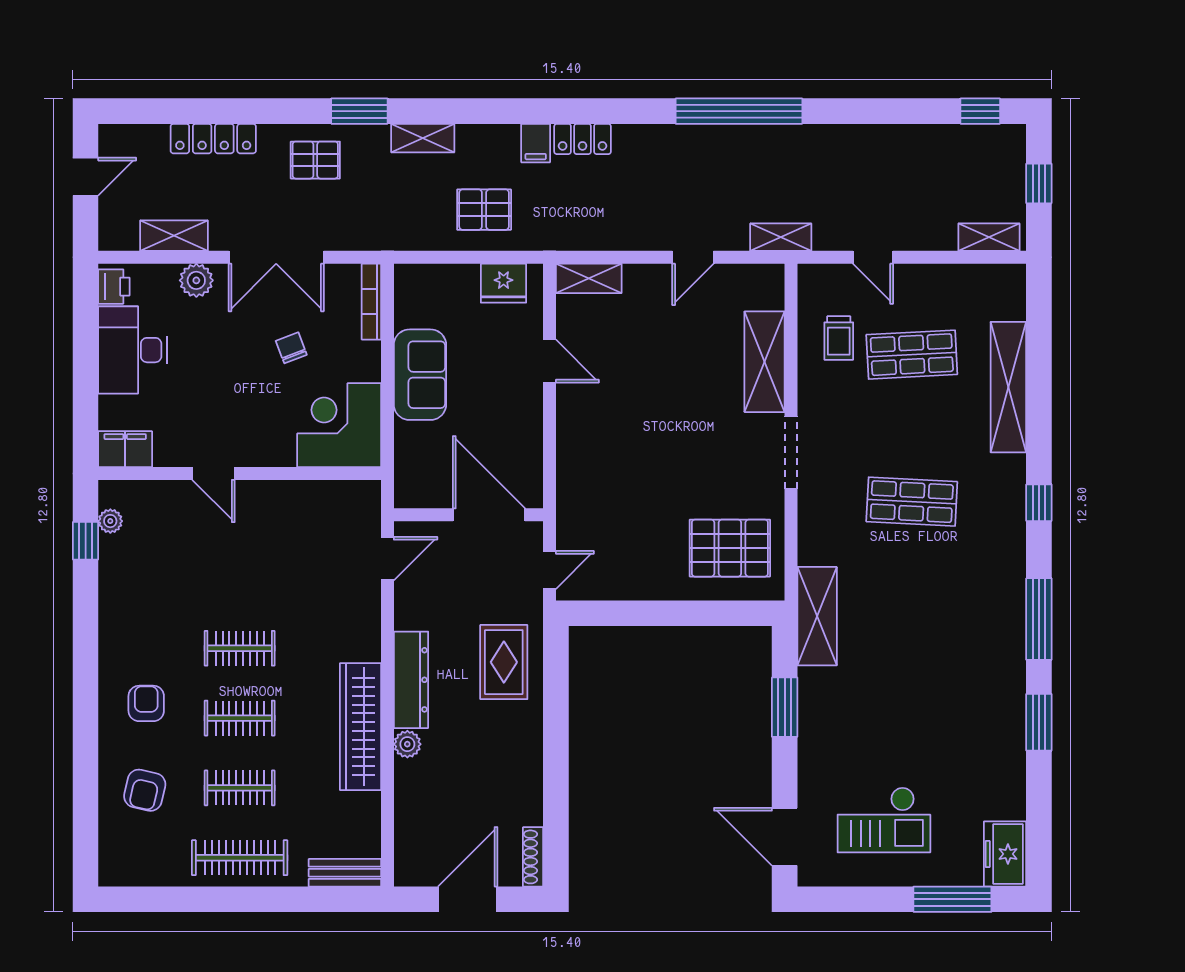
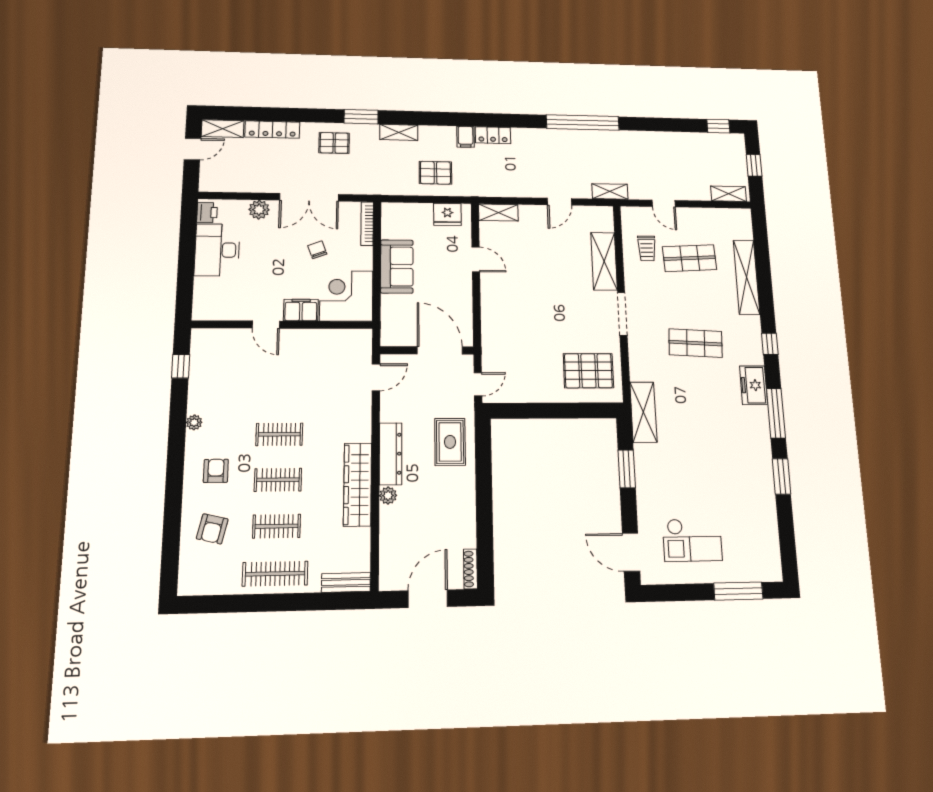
shelving: (174, 236) -> (223, 129), moved
filing cabinet: (125, 449) -> (301, 310), moved
plant: (110, 521) -> (194, 422), moved
freezer: (1005, 854) -> (754, 385), moved

